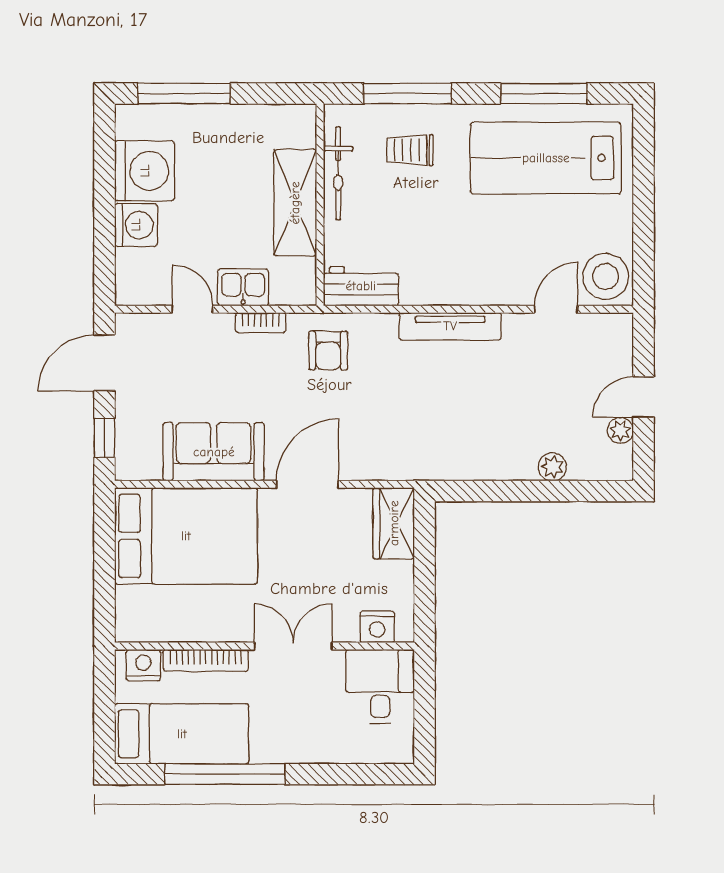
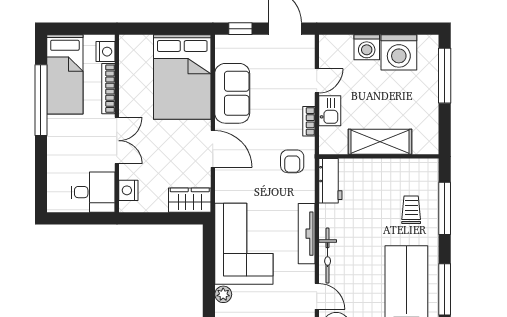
bicycle: (338, 173) -> (328, 256), moved, turned -90
armchair: (328, 351) -> (292, 161), turned -90
corner sofa: (467, 432) -> (244, 244), added

